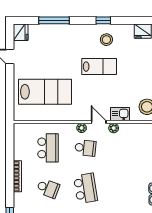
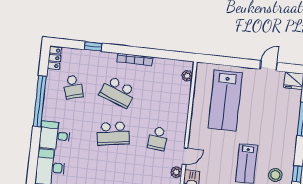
plant: (82, 128) -> (187, 76), moved
school desk: (48, 148) -> (162, 97), removed
school desk: (48, 188) -> (118, 92), width x1.85

